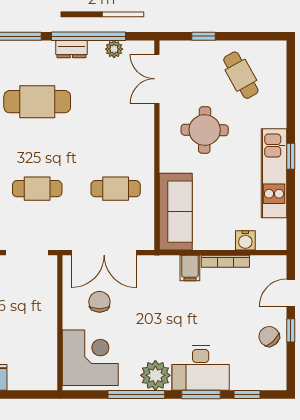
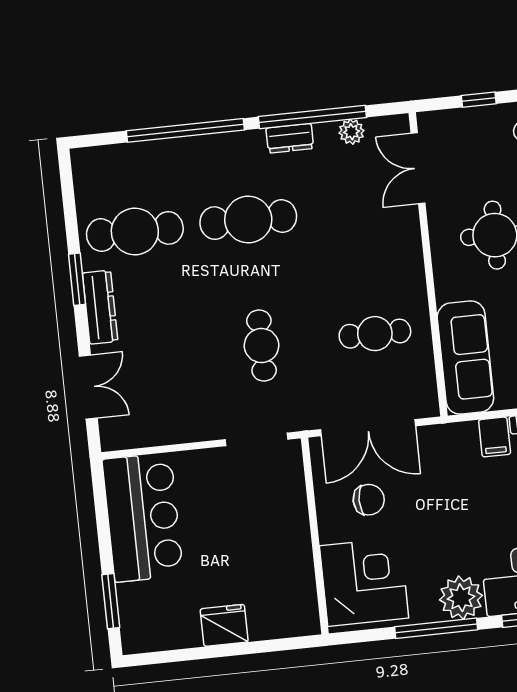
cafe table: (37, 189) -> (261, 346), turned 90
chair: (99, 302) -> (369, 500), turned 90

